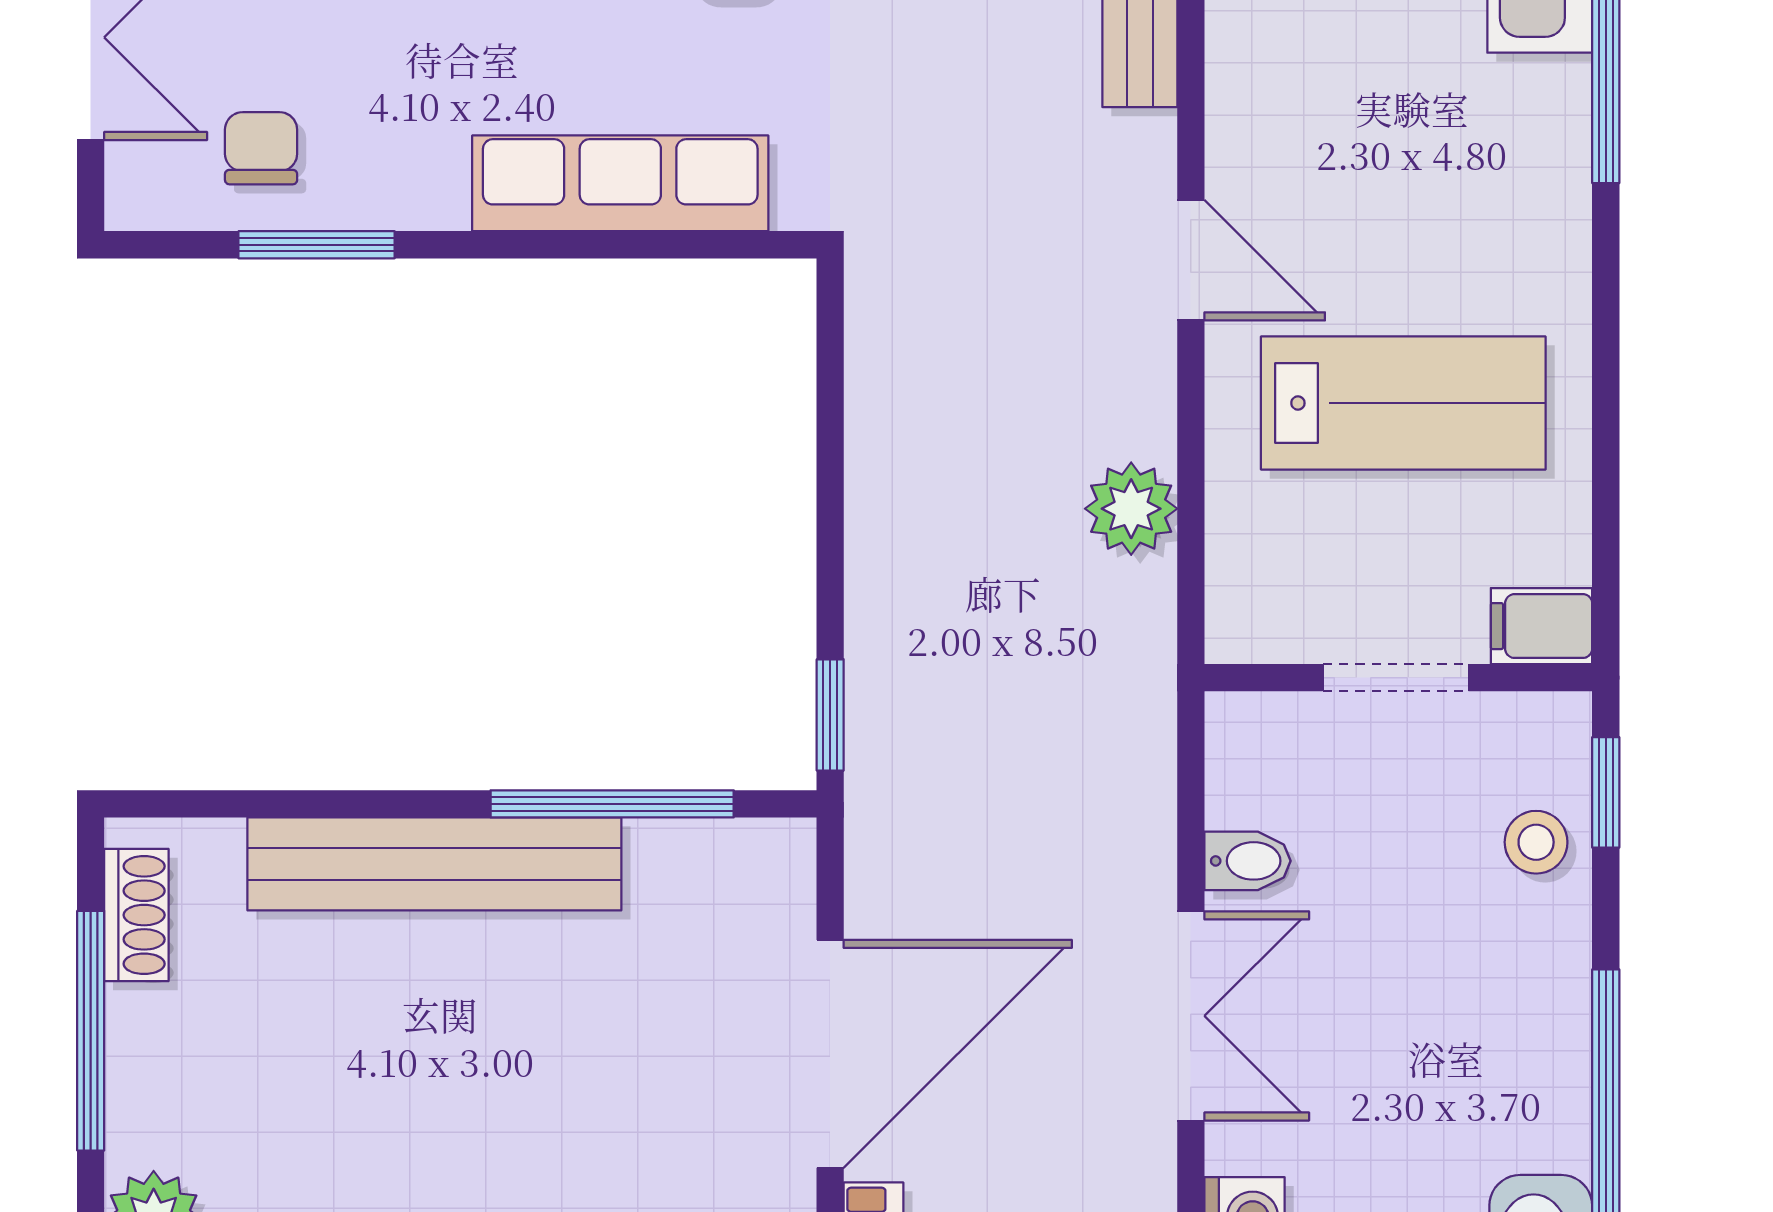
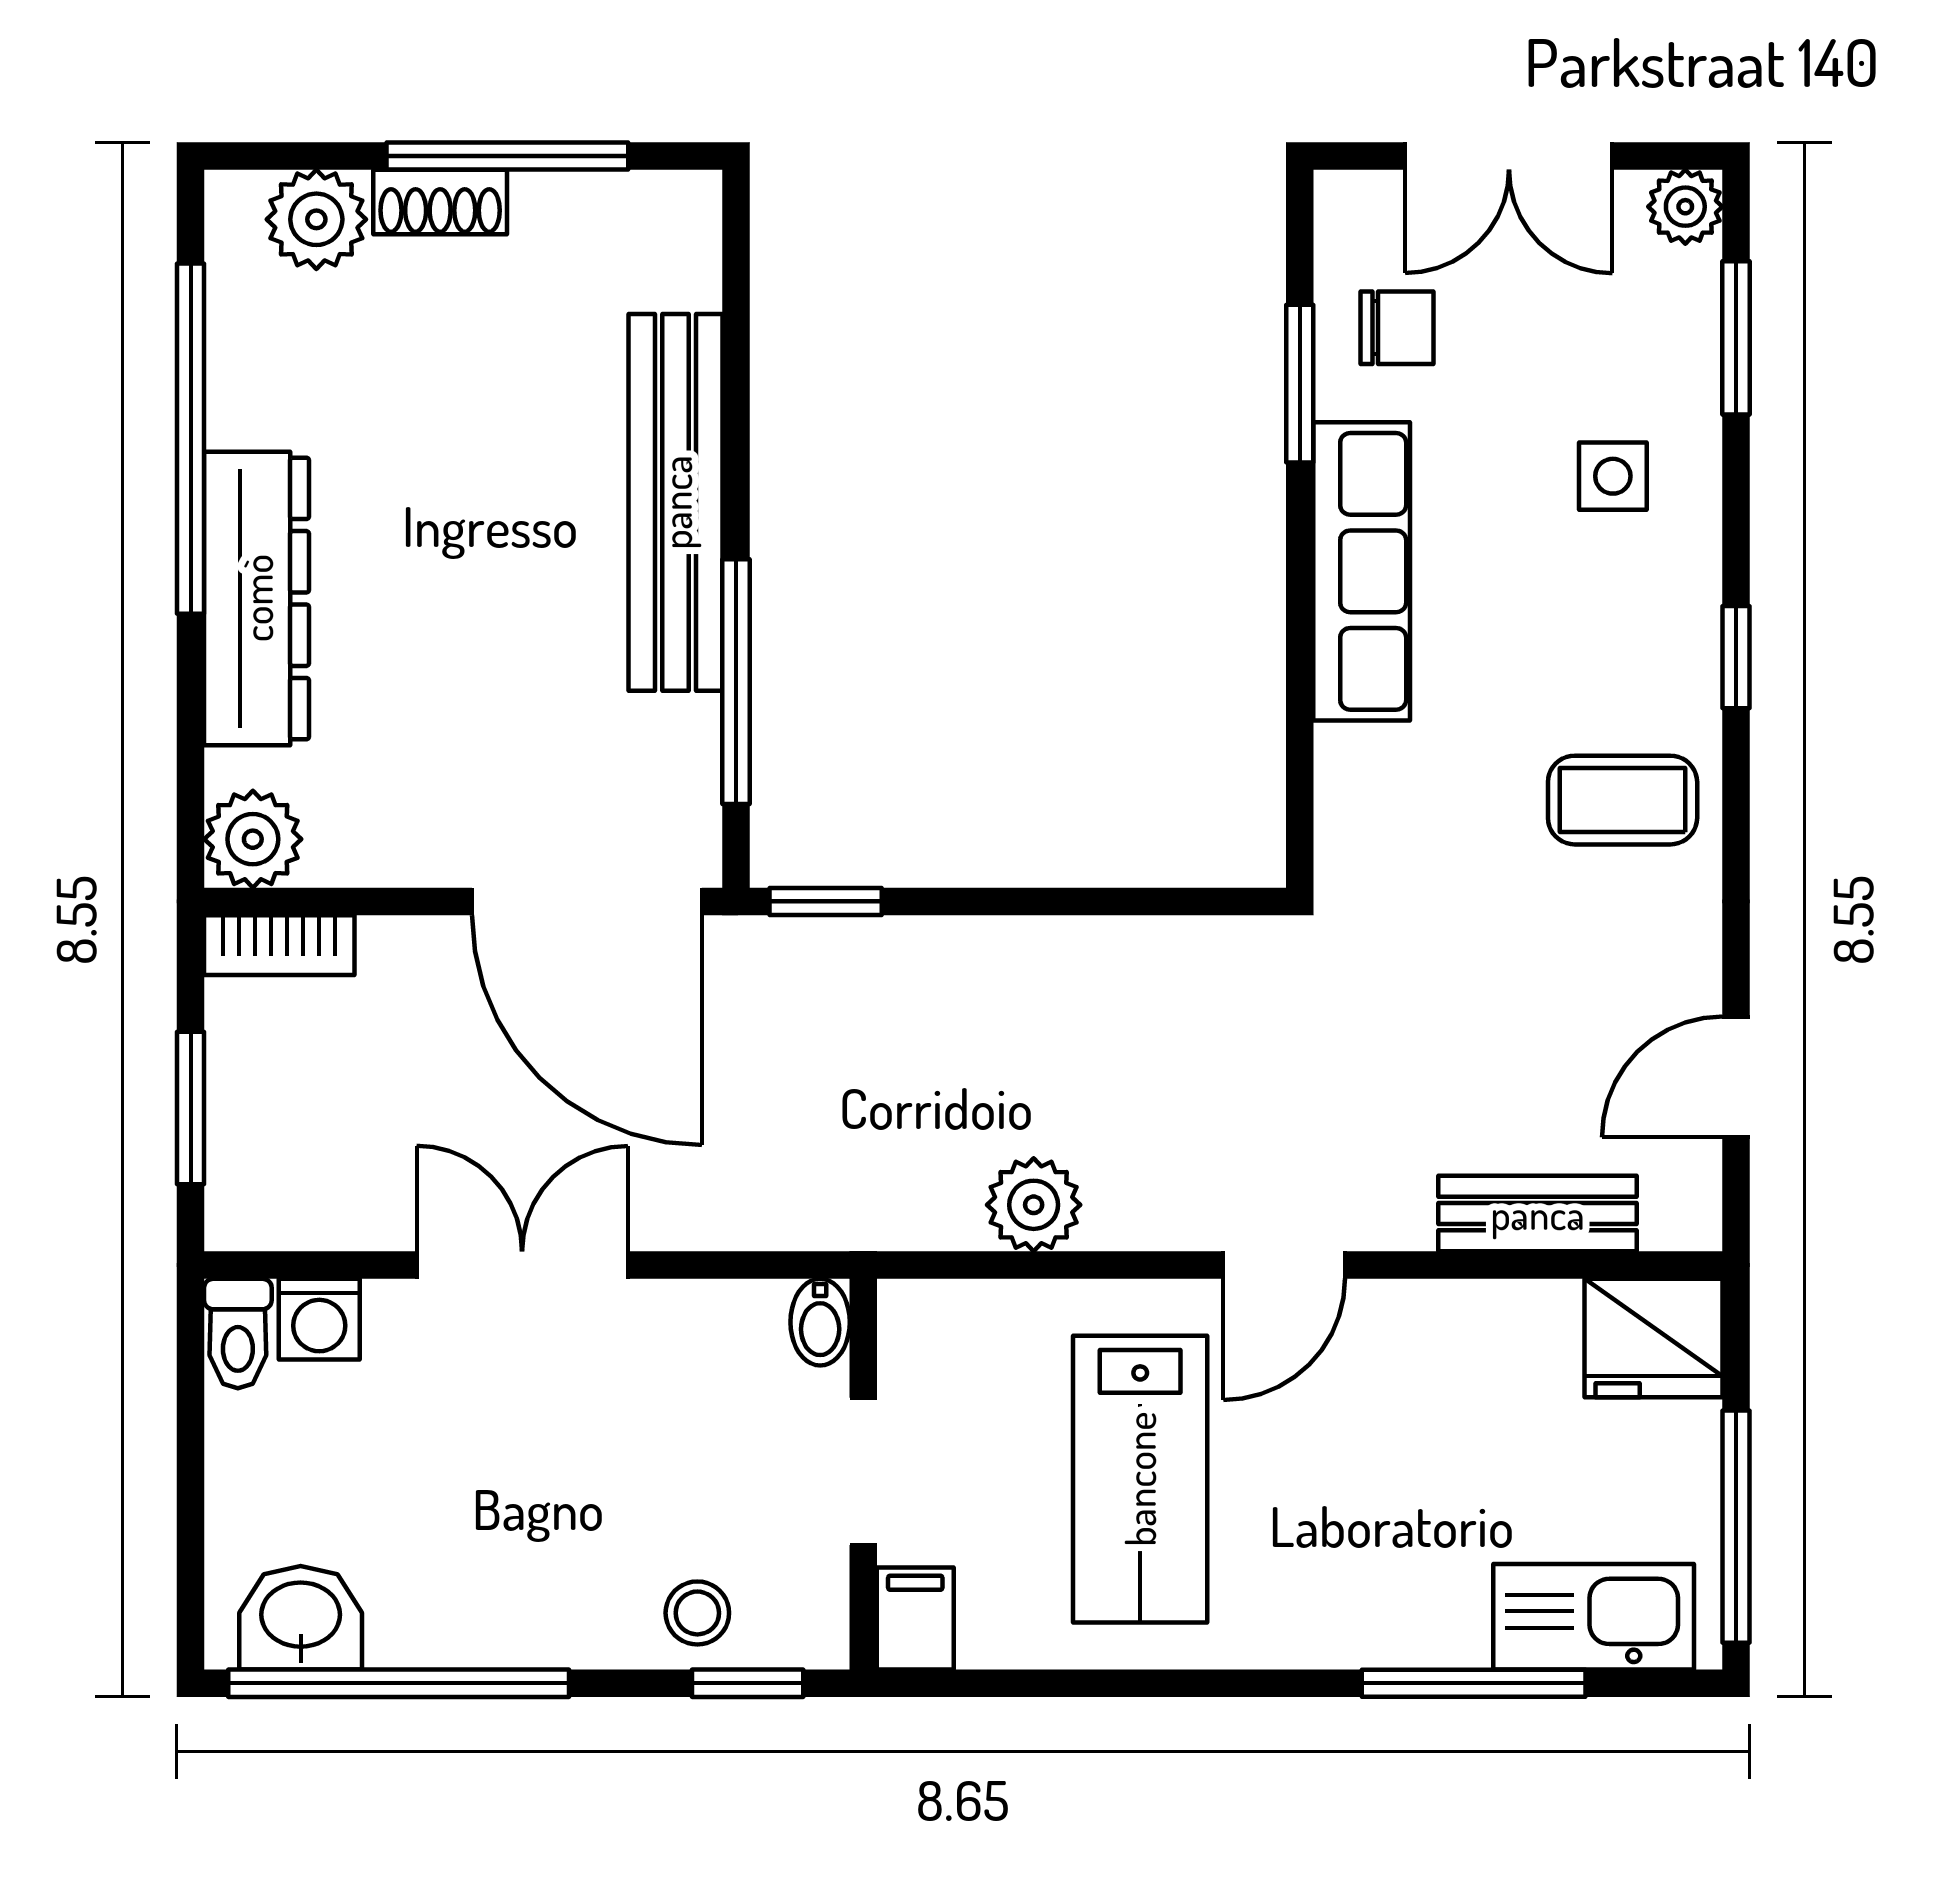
row of seats: (620, 183) -> (1362, 571), moved
bidet: (1248, 861) -> (820, 1322), moved
shoe rack: (136, 915) -> (440, 202), moved
double door: (1191, 1016) -> (522, 1265), swing flipped
door: (830, 1054) -> (587, 901), moved

